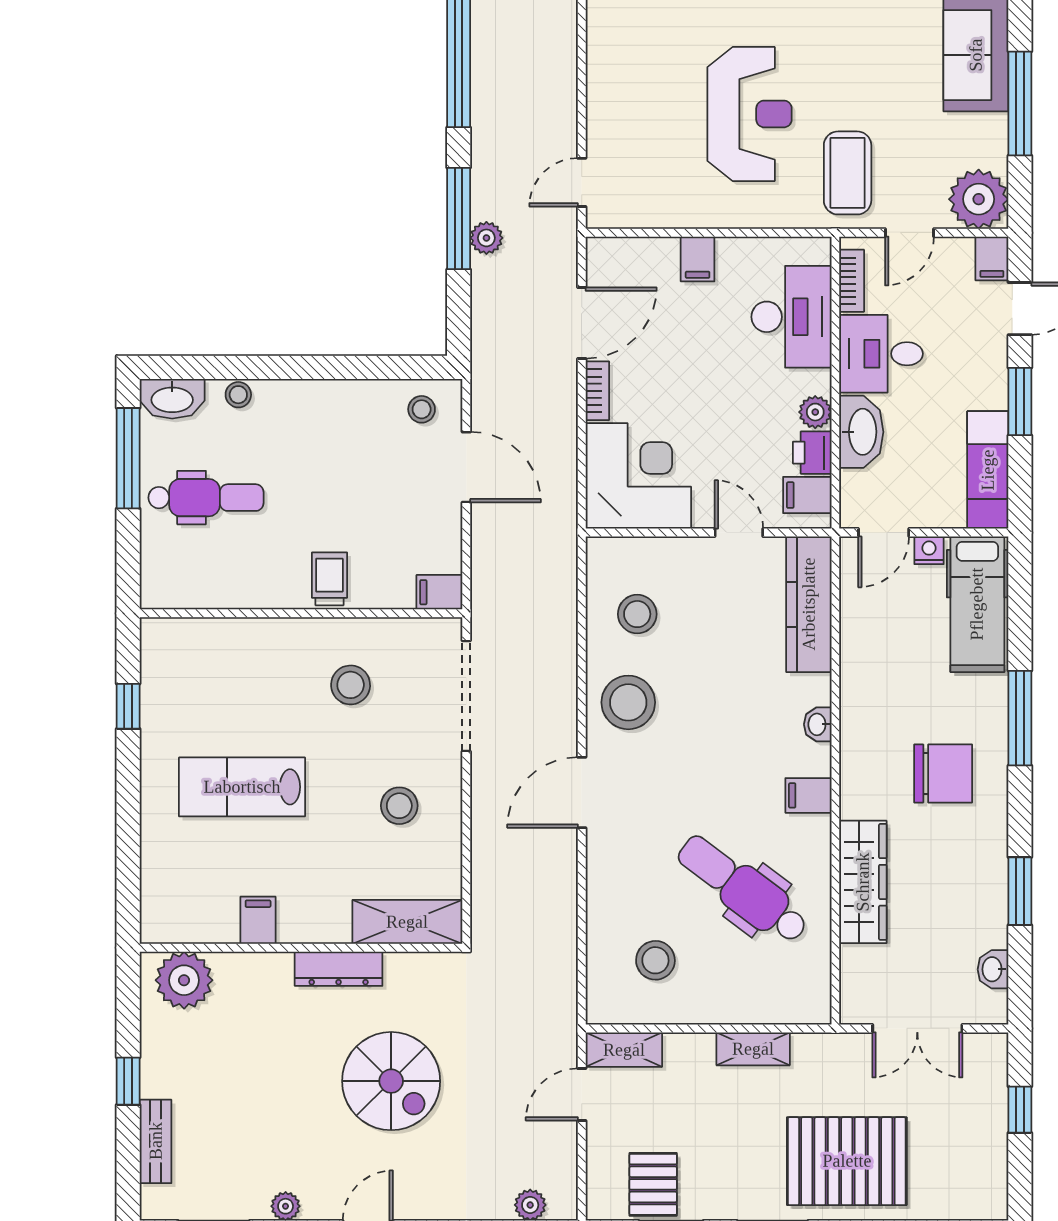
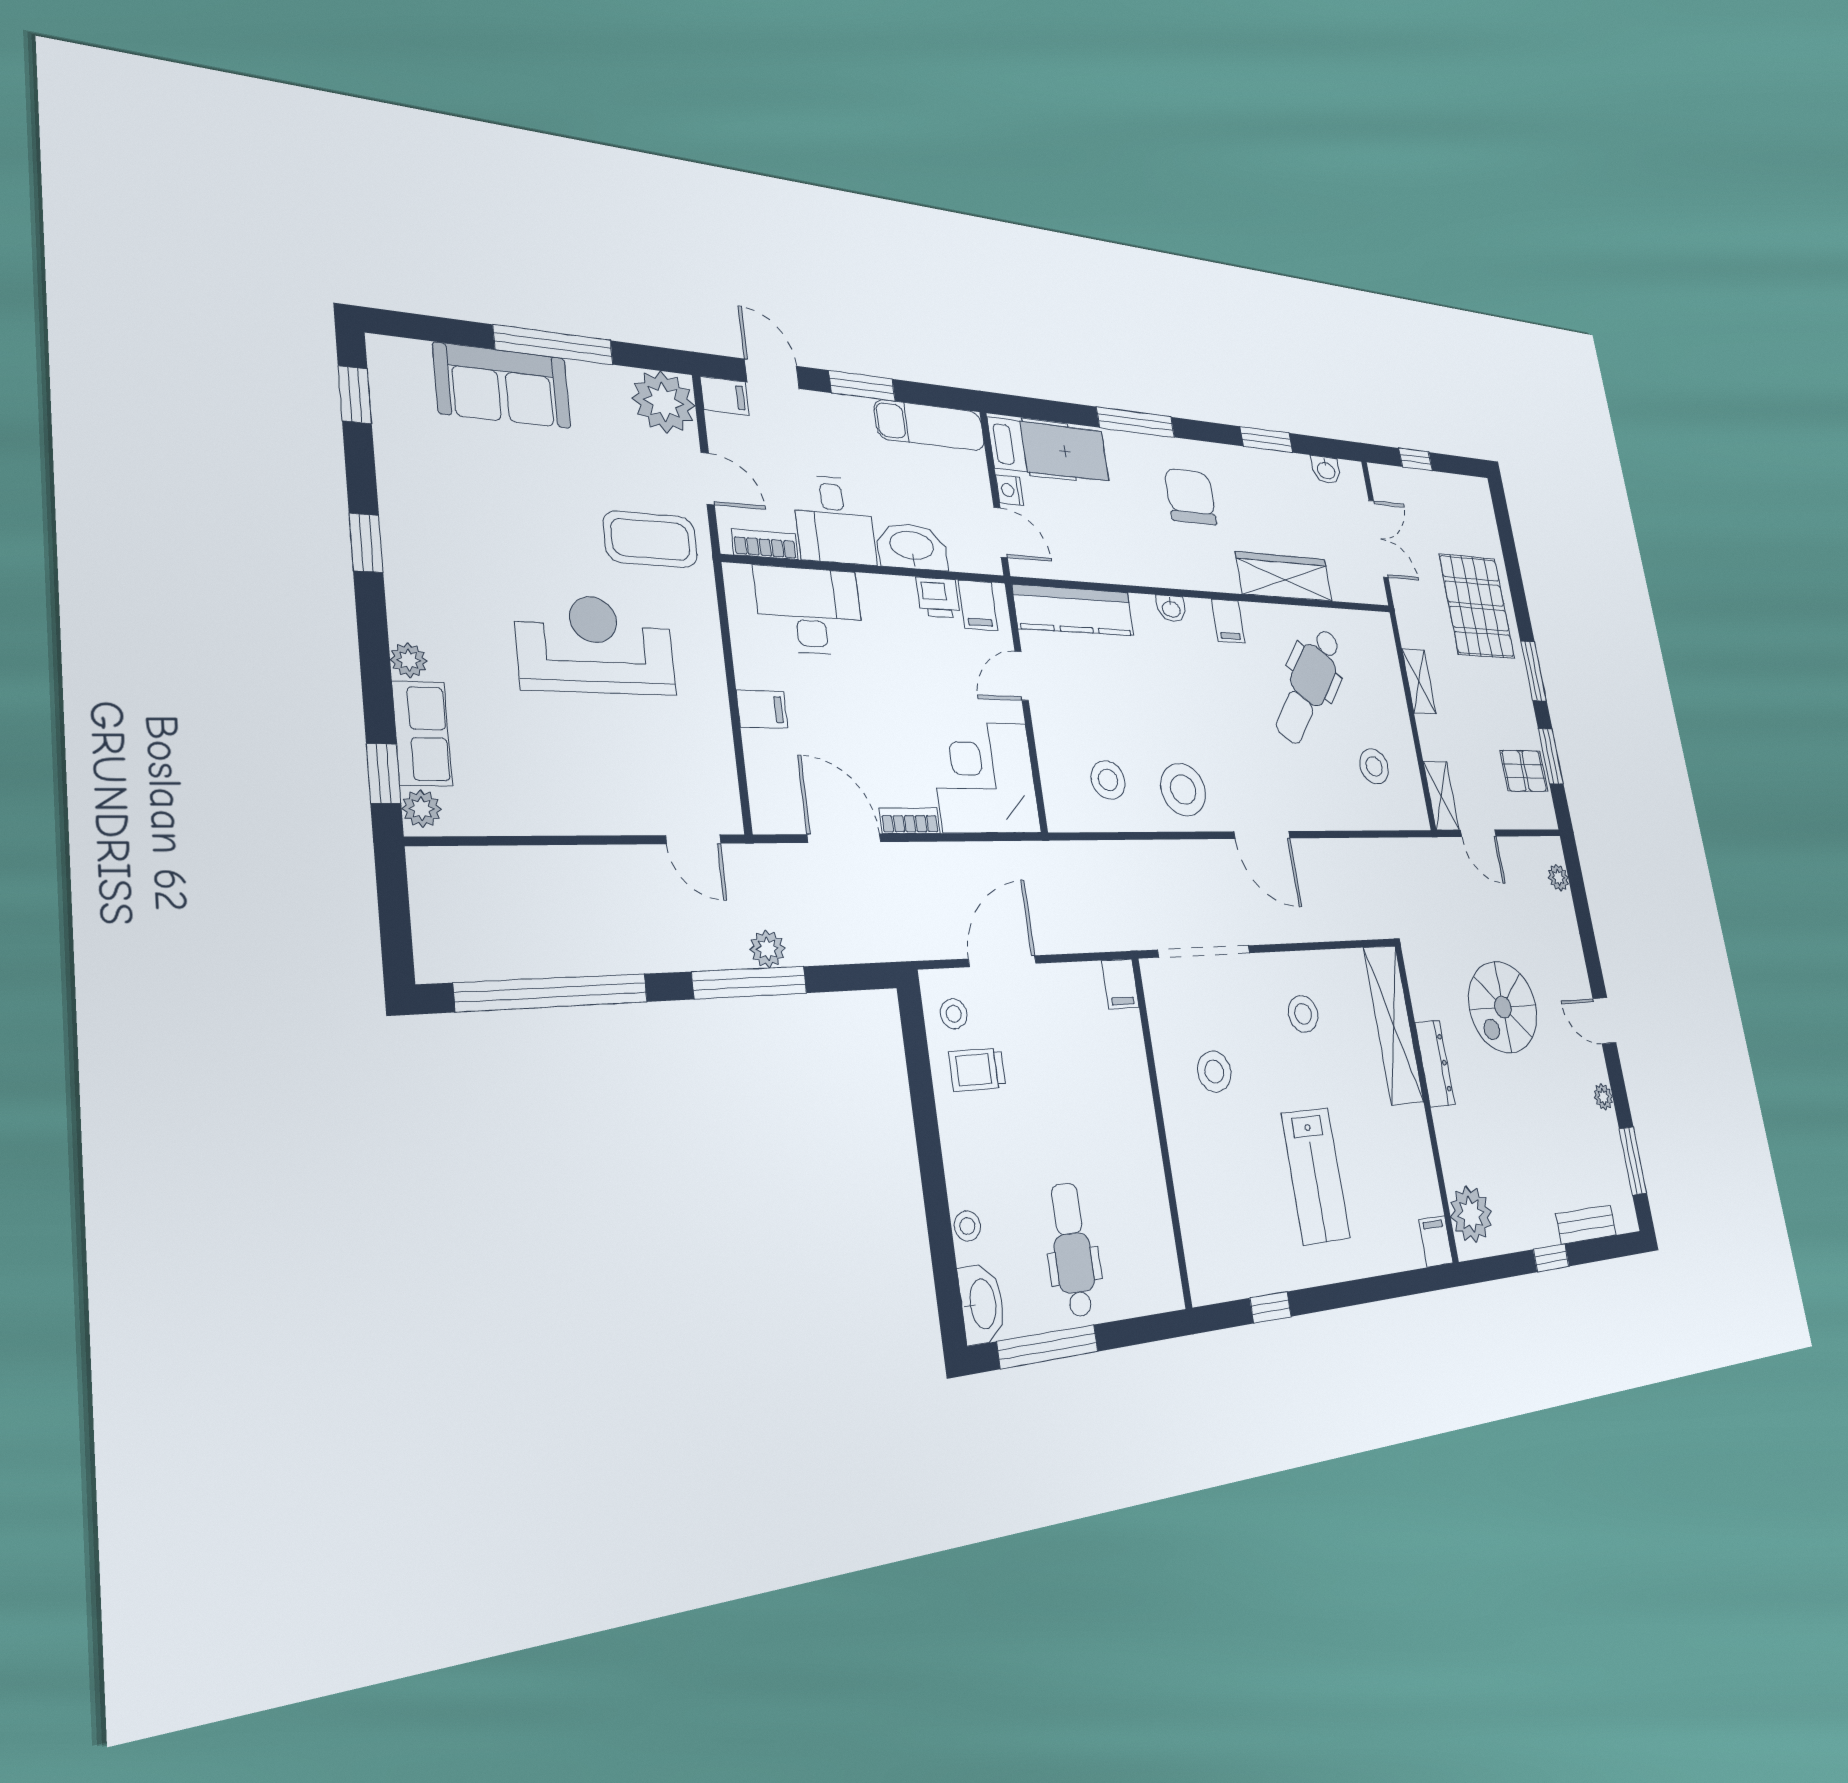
plant: (815, 412) -> (900, 592), removed
trolley: (329, 579) -> (977, 1070), moved
filing cabinet: (258, 920) -> (1436, 1241), moved, turned 90
shelving: (407, 922) -> (1393, 1025), width x1.47
spiral stairs: (391, 1081) -> (1503, 1007), turned 180

